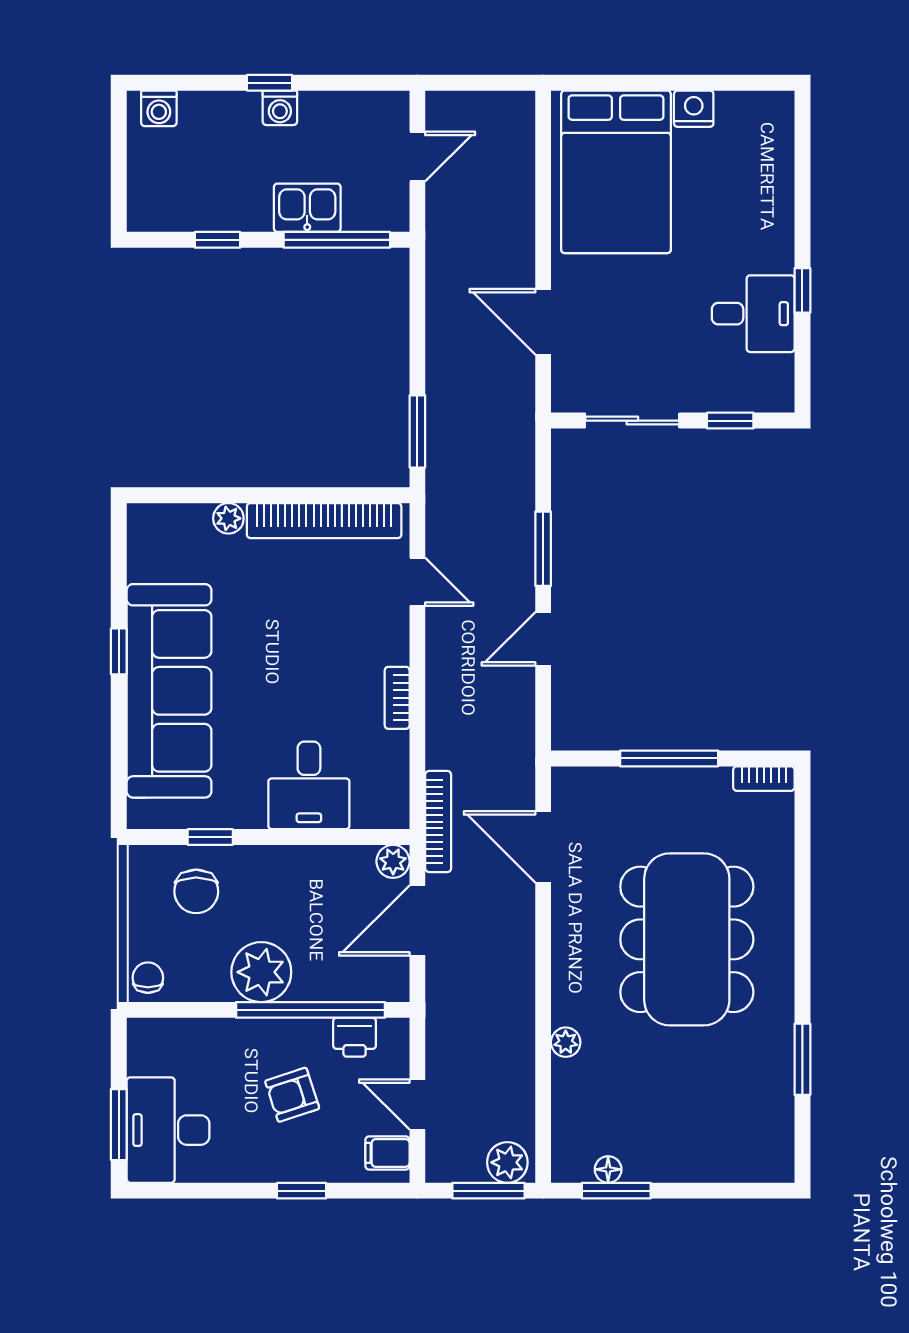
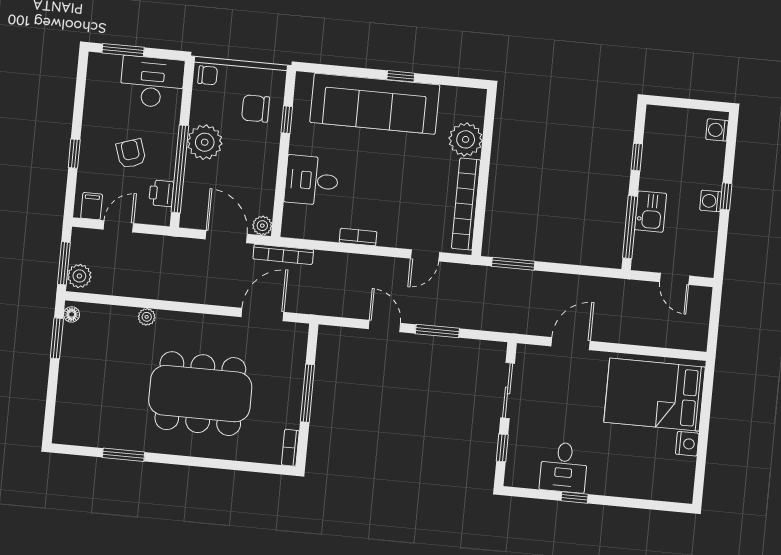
plant: (228, 518) -> (466, 139), width x1.87, depth x1.87
desk: (168, 1130) -> (152, 82), moved
floor lamp: (608, 1169) -> (72, 314), moved

